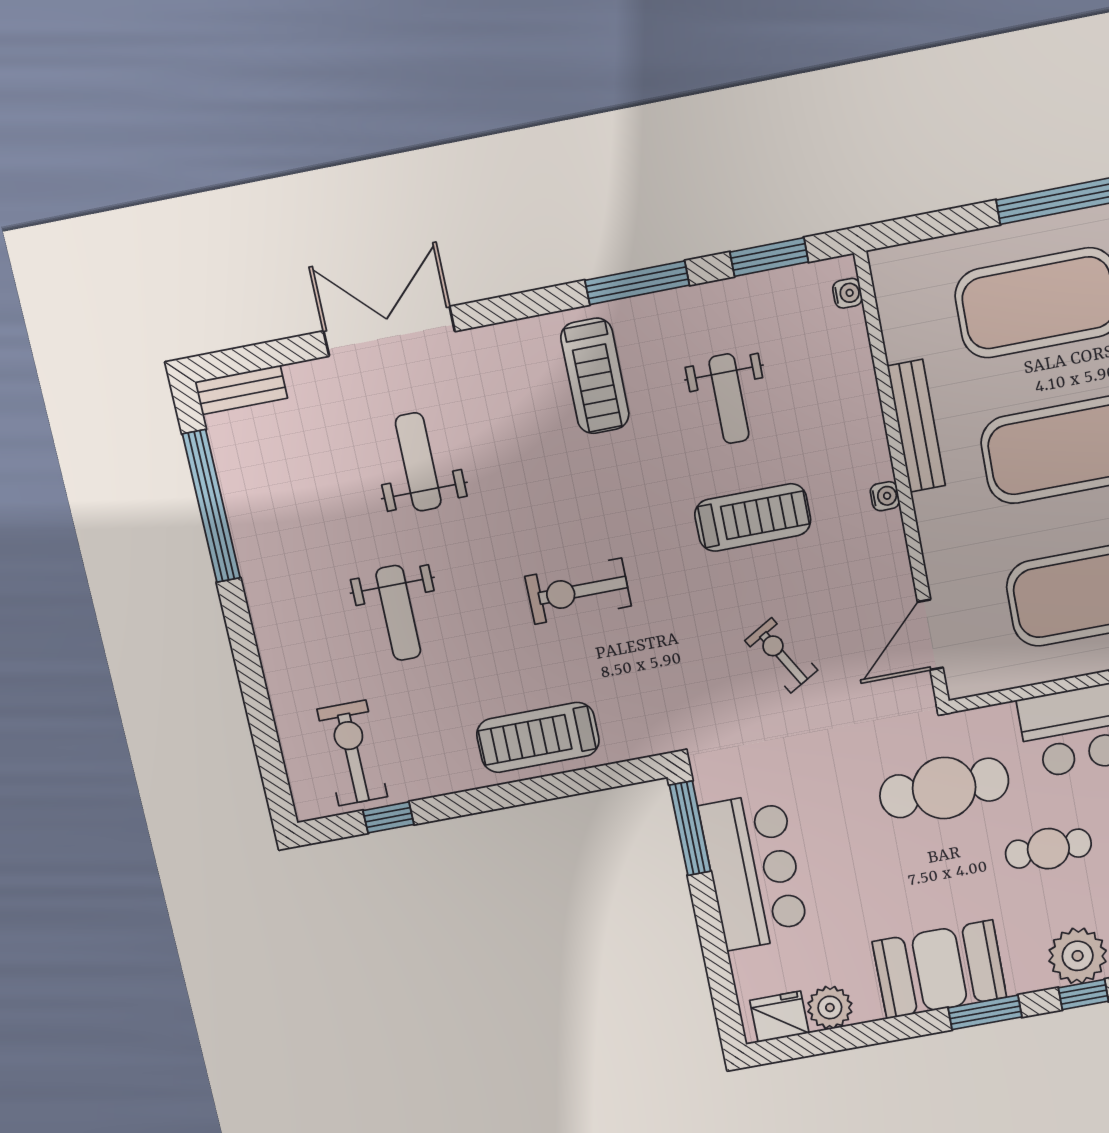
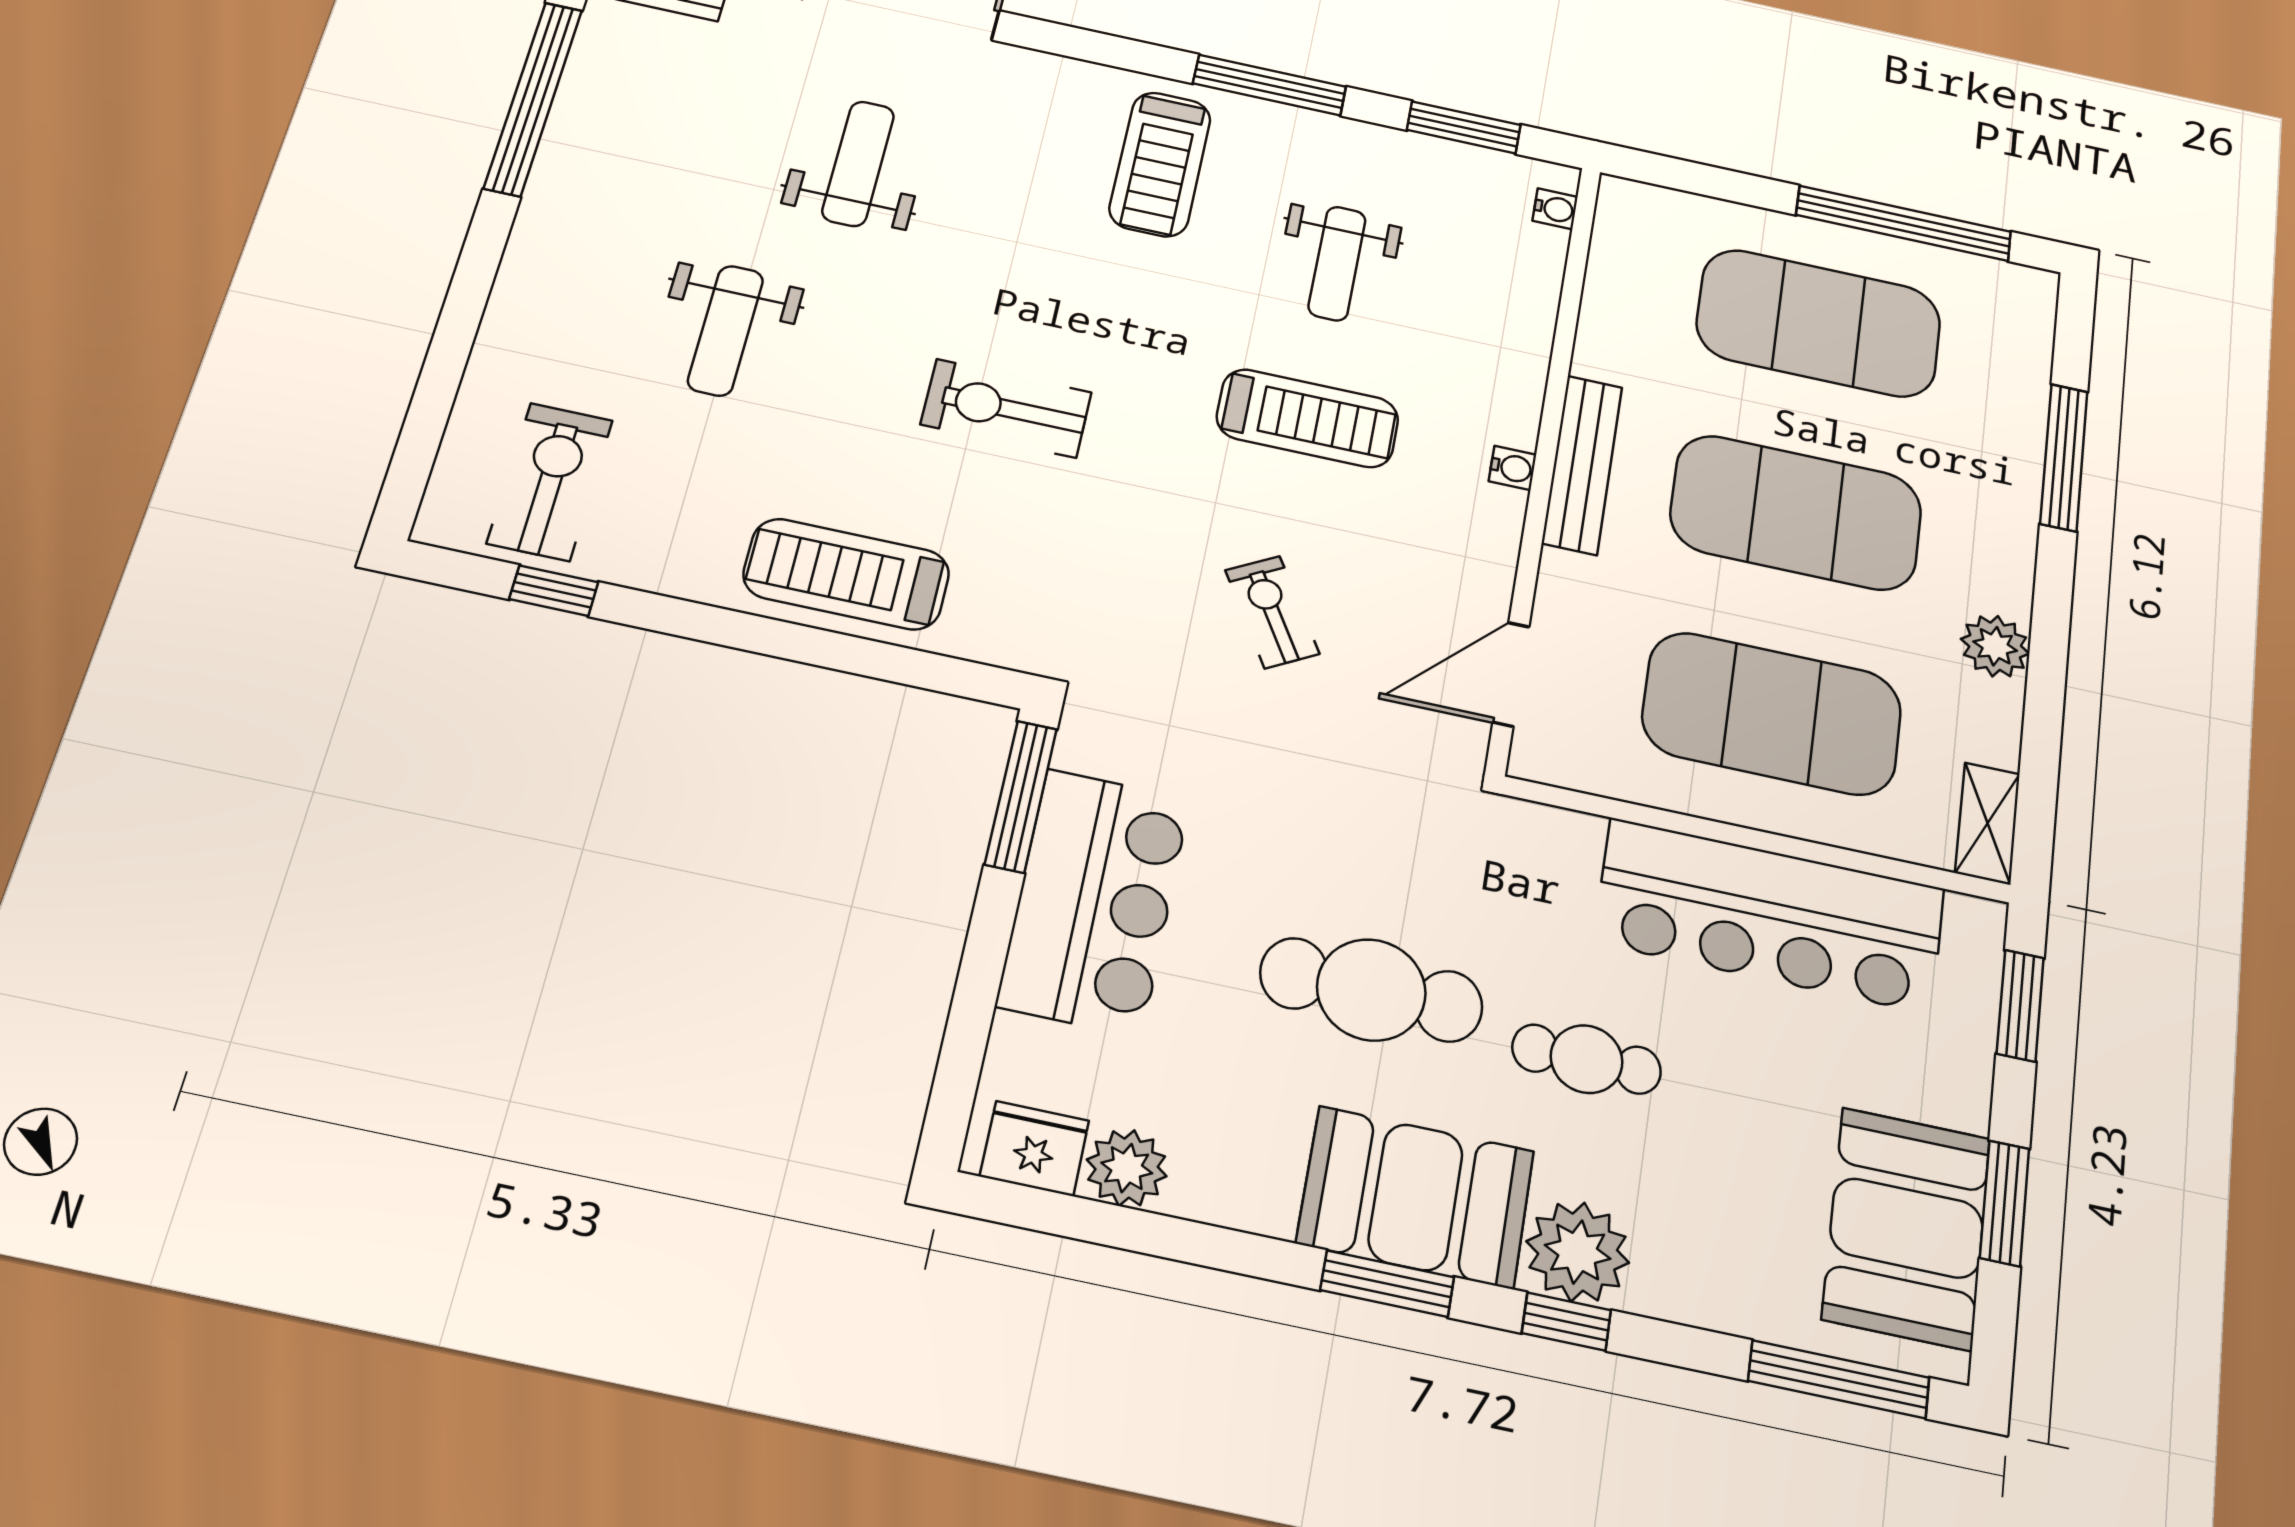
bench: (916, 426) -> (1582, 465), moved
cafe table: (944, 788) -> (1371, 990), moved
booth: (939, 969) -> (1416, 1197), moved

